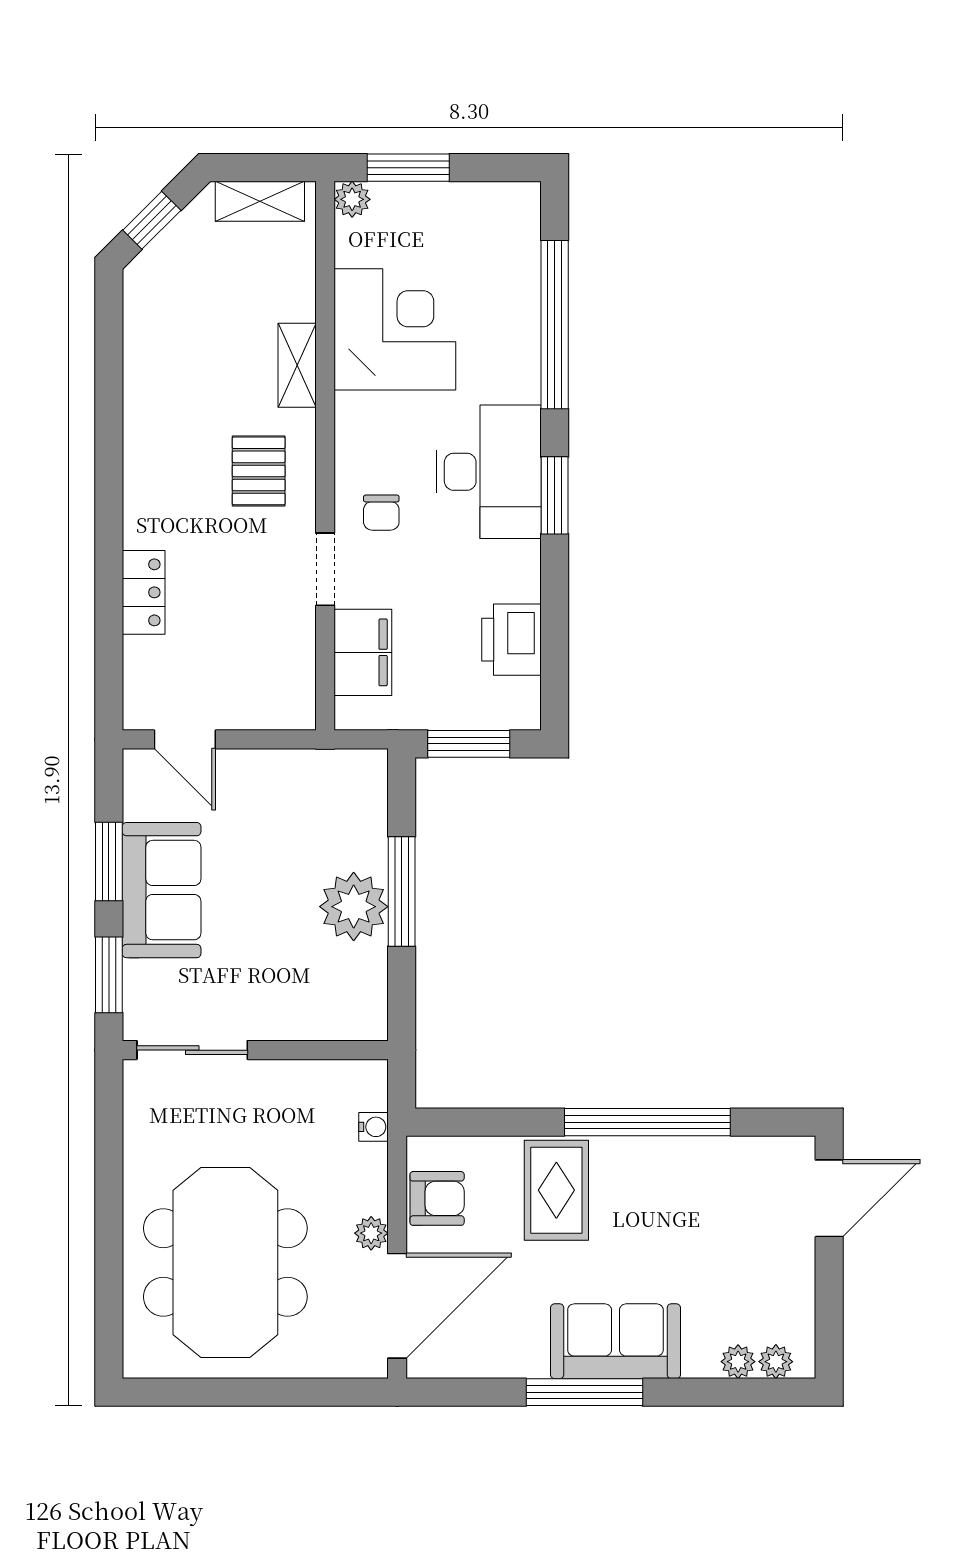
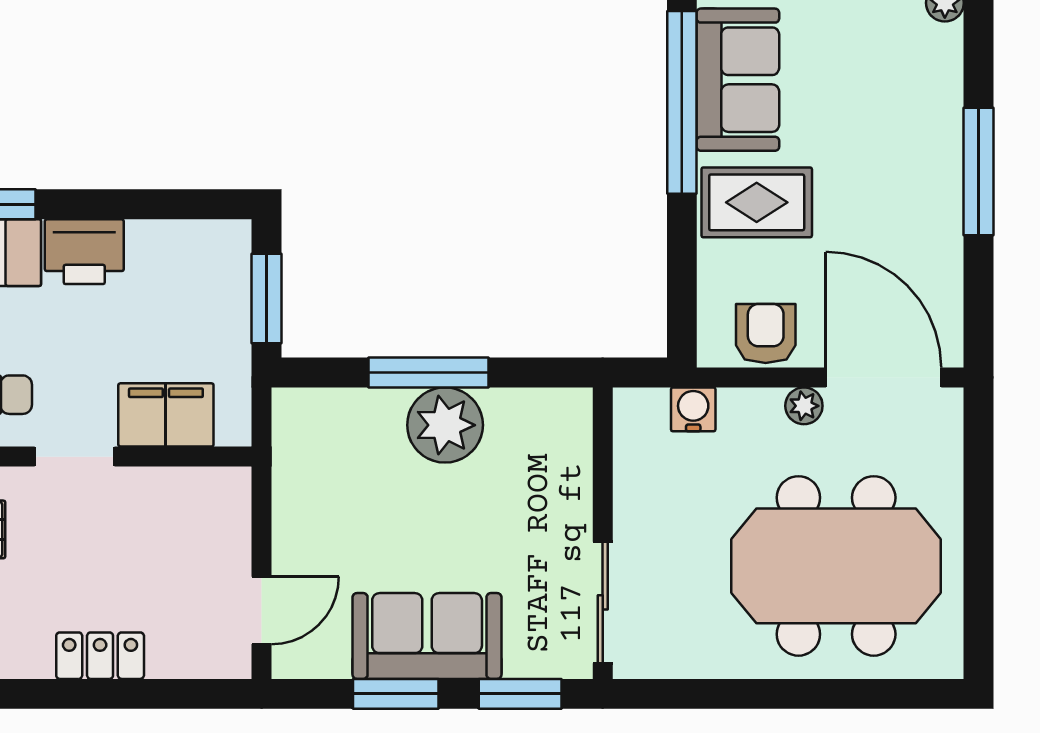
printer: (511, 640) -> (84, 252), moved
water cooler: (374, 1127) -> (693, 409), width x1.38, depth x1.38
sofa: (615, 1341) -> (738, 80), moved, turned 180

